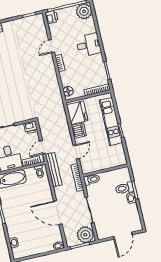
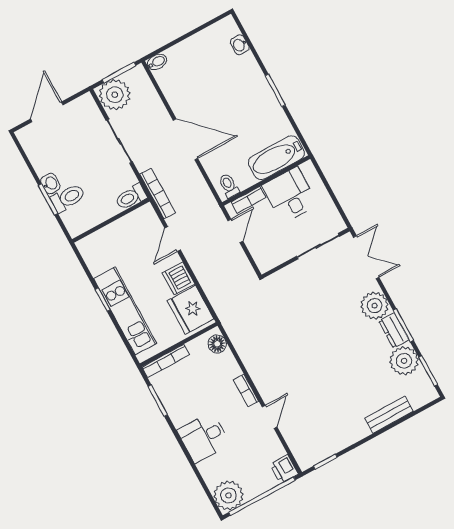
printer: (31, 127) -> (267, 260), removed
bench: (54, 170) -> (204, 196), removed
door: (58, 213) -> (185, 139), moved

